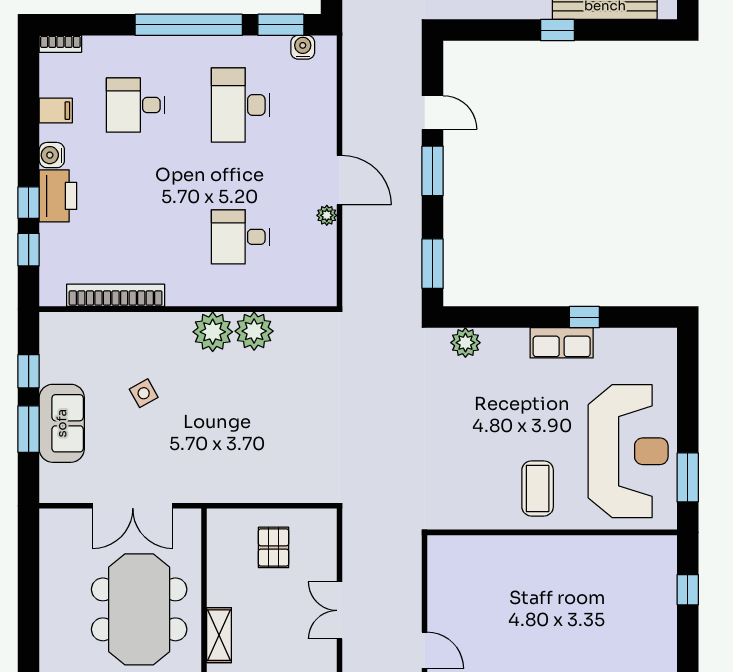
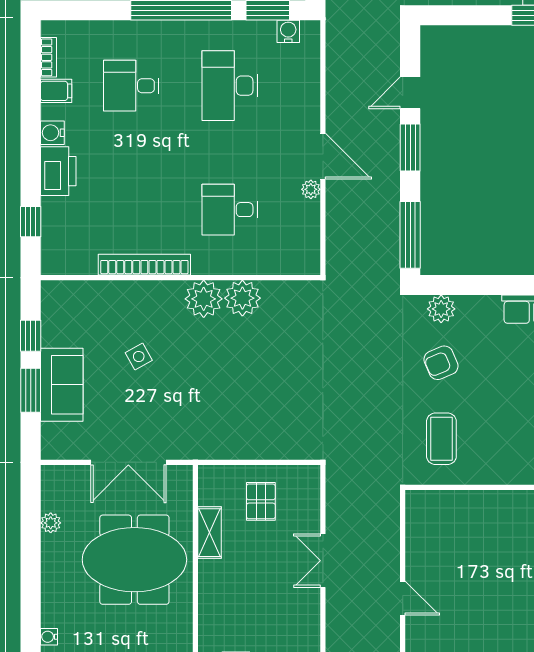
bookcase: (60, 44) -> (49, 57), moved, turned -90
door: (433, 113) -> (410, 93), swing flipped
window: (29, 203) -> (31, 177), removed
window: (433, 264) -> (410, 235), width x1.44
bookcase: (116, 295) -> (144, 265), moved
armchair: (465, 400) -> (441, 363), added
coffee table: (538, 488) -> (441, 439), moved
plant: (50, 570) -> (51, 523), added
meeting table: (139, 609) -> (134, 560), turned 90
shelving: (219, 635) -> (210, 533), moved

